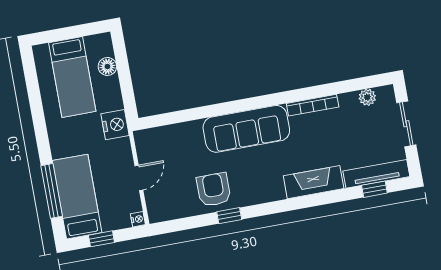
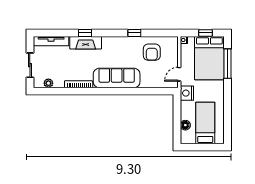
door: (139, 178) -> (179, 74), moved
window: (374, 189) -> (85, 33), moved
armchair: (214, 190) -> (152, 52), moved
bed: (77, 197) -> (209, 58), width x1.50

